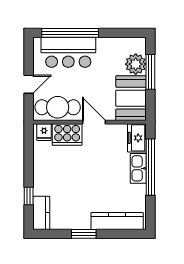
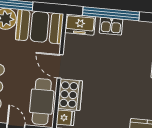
door: (94, 122) -> (60, 66), hinge flipped
kitchen sink: (138, 168) -> (111, 26), width x0.73

